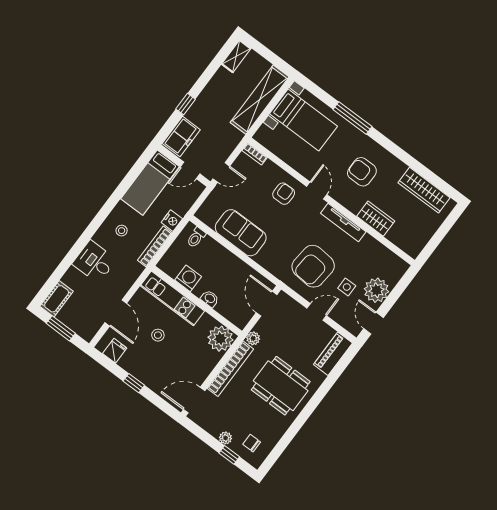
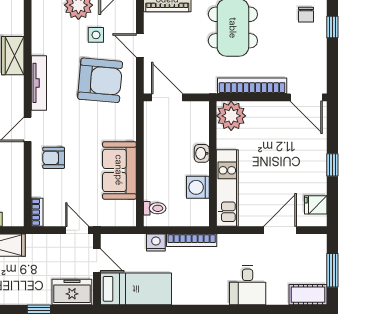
stool: (122, 231) -> (200, 282), removed
door: (267, 304) -> (167, 97), swing flipped
stool: (158, 335) -> (271, 176), removed
plant: (253, 338) -> (208, 86), removed
plant: (225, 438) -> (319, 42), removed

